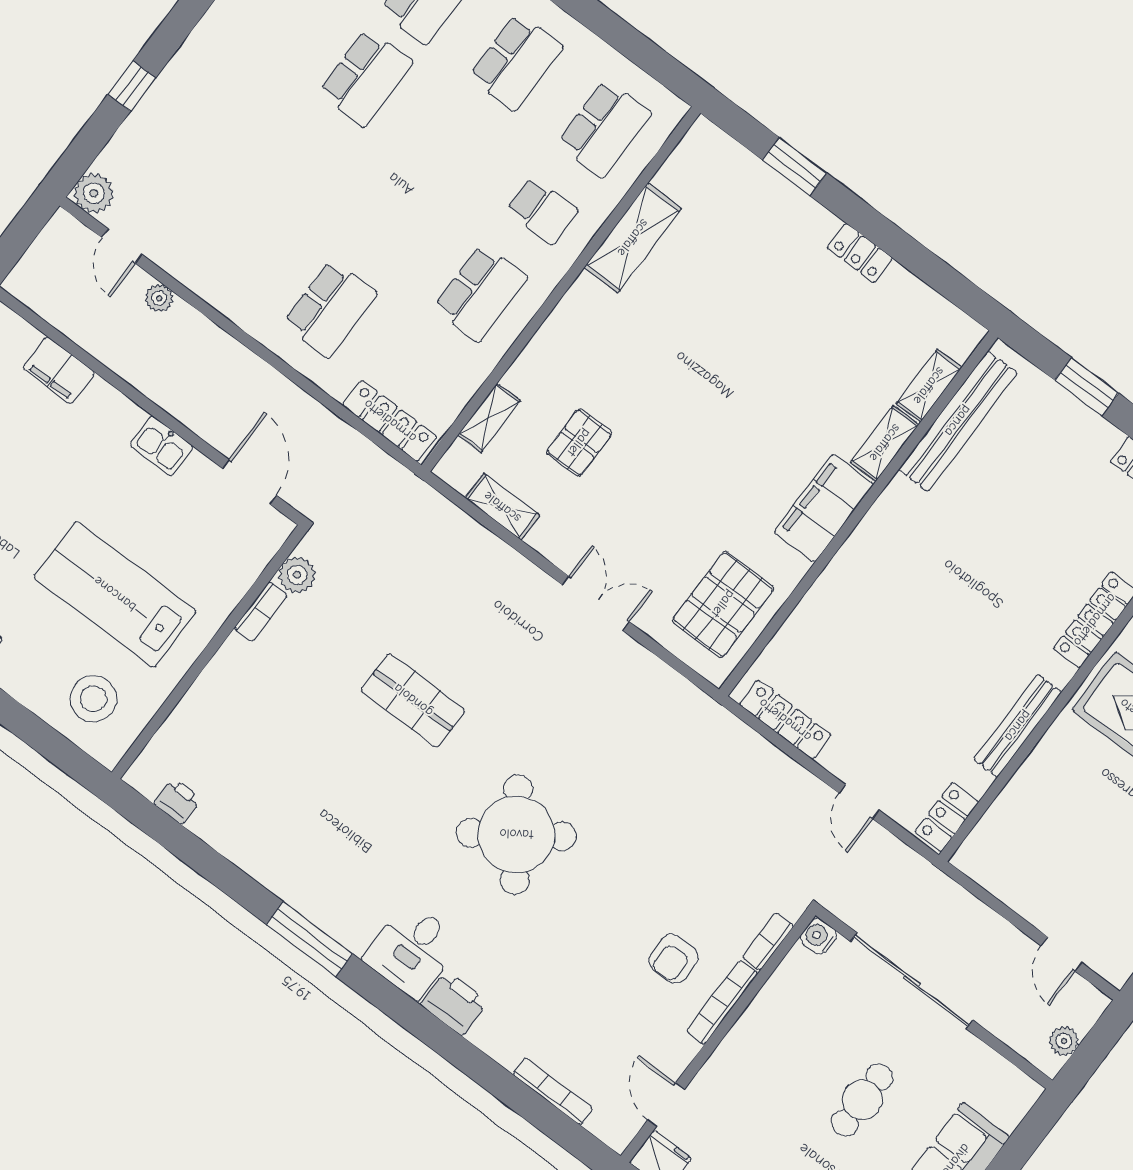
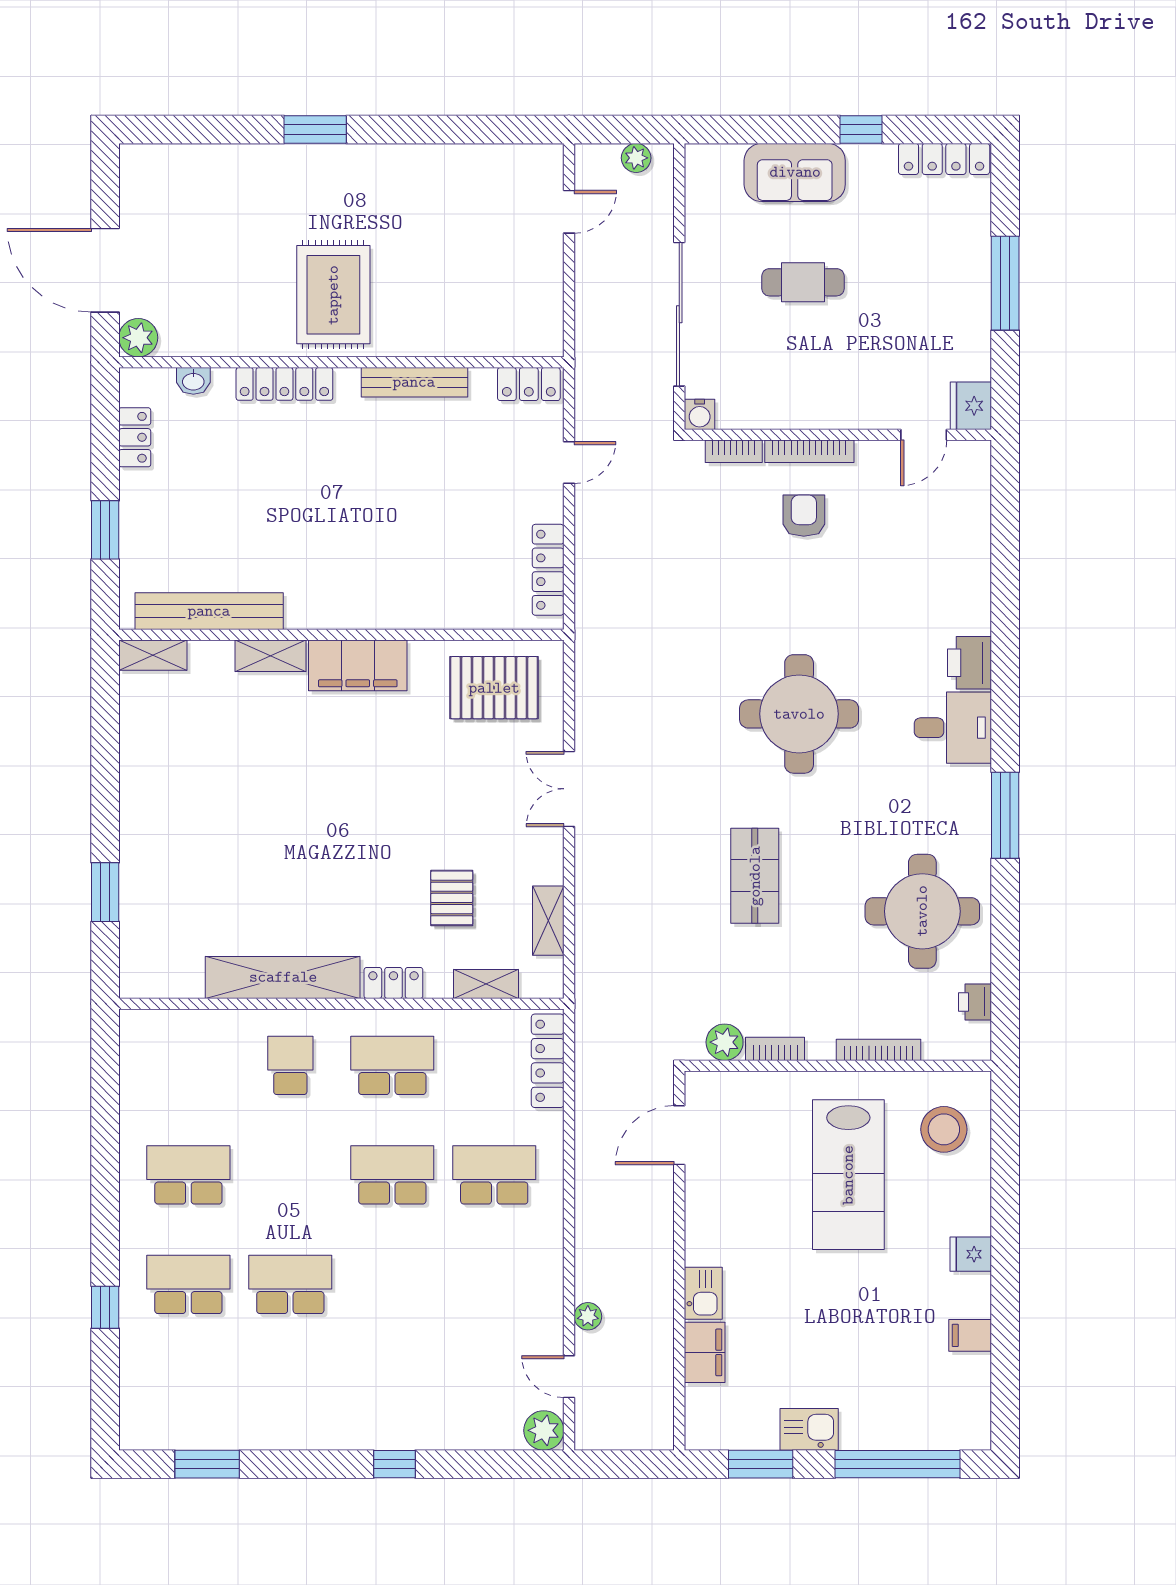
window: (132, 86) -> (395, 1464), moved
school desk: (604, 128) -> (392, 1175), moved
shelving: (633, 238) -> (283, 977), width x1.47
door: (122, 246) -> (569, 1377), swing flipped
locker: (860, 253) -> (393, 983), moved, turned -90
shelving: (929, 386) -> (153, 655), moved
pallet: (579, 443) -> (452, 898), turned 90
kitchen sink: (162, 446) -> (703, 1293), moved
round table: (282, 814) -> (922, 911), added
round table: (516, 834) -> (799, 714), turned 35
armchair: (673, 959) -> (804, 516), turned -90
bookcase: (553, 1091) -> (879, 1050), moved, turned 90

